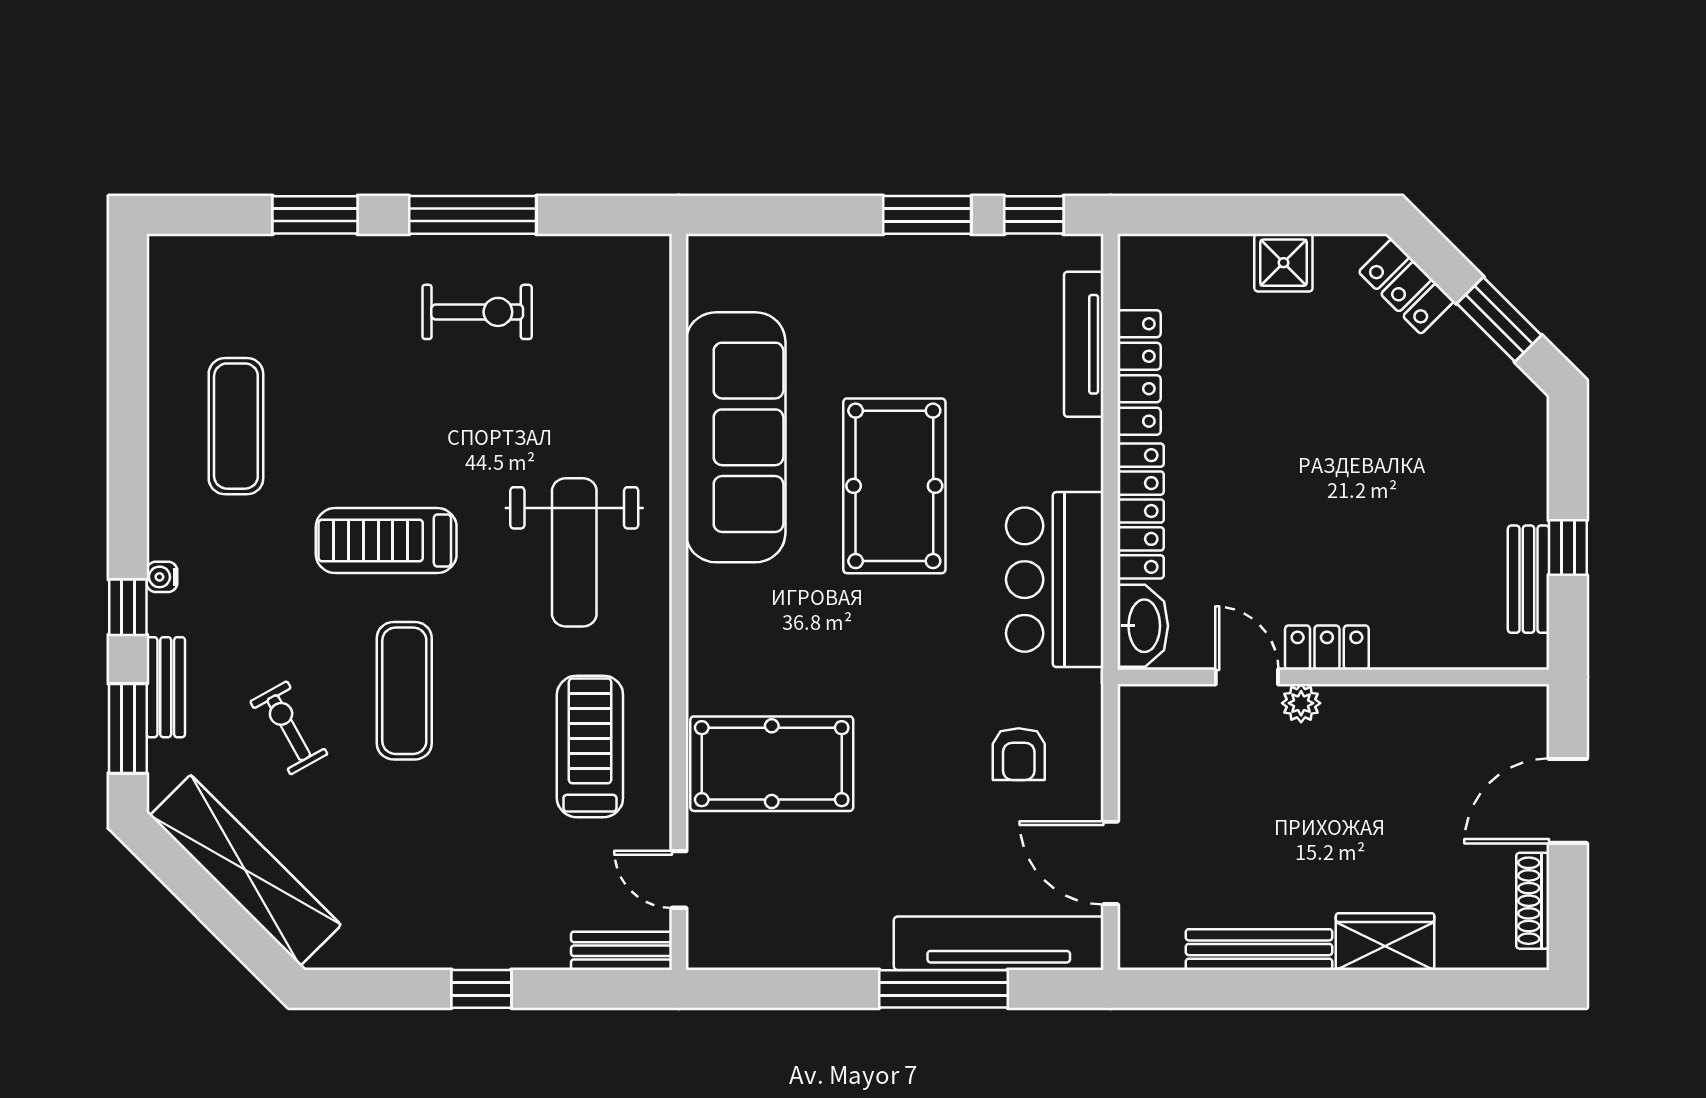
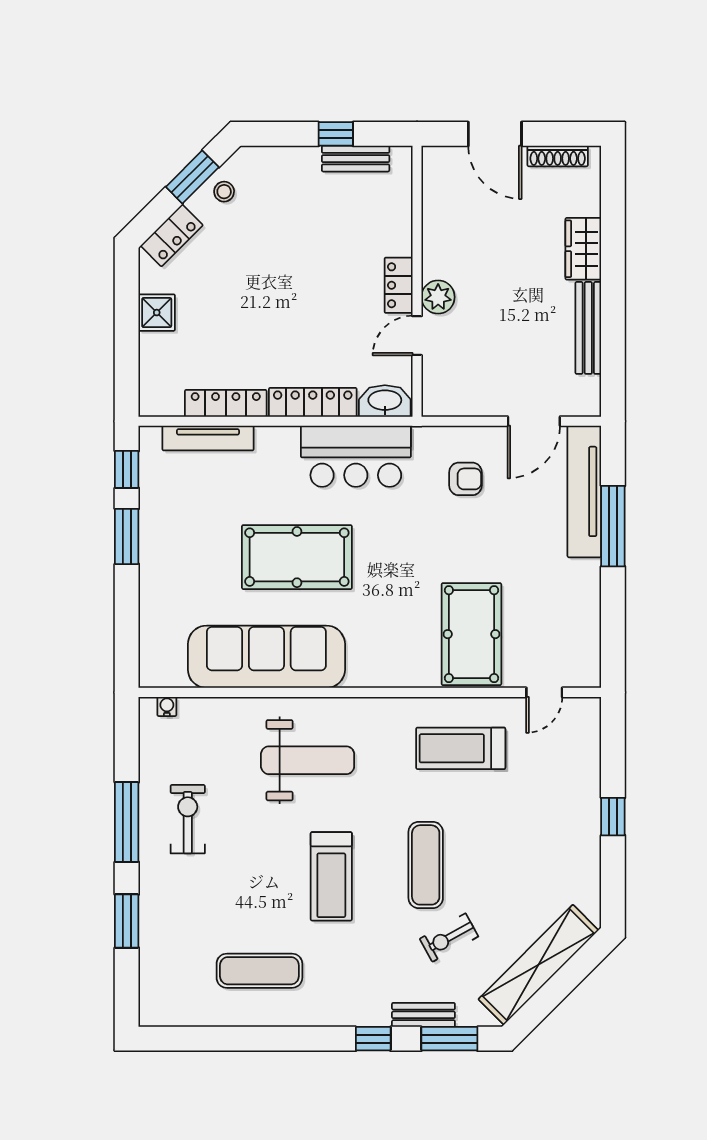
stool: (1476, 370) -> (224, 192), added
weight bench: (574, 552) -> (308, 760), moved
water cooler: (162, 577) -> (167, 706), moved, turned 180
exercise mat: (404, 691) -> (426, 865), turned 90
plant: (1301, 703) -> (438, 297), width x1.38, depth x1.38
bench: (621, 951) -> (589, 729), removed

